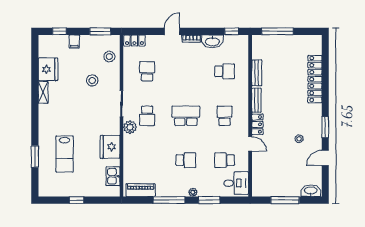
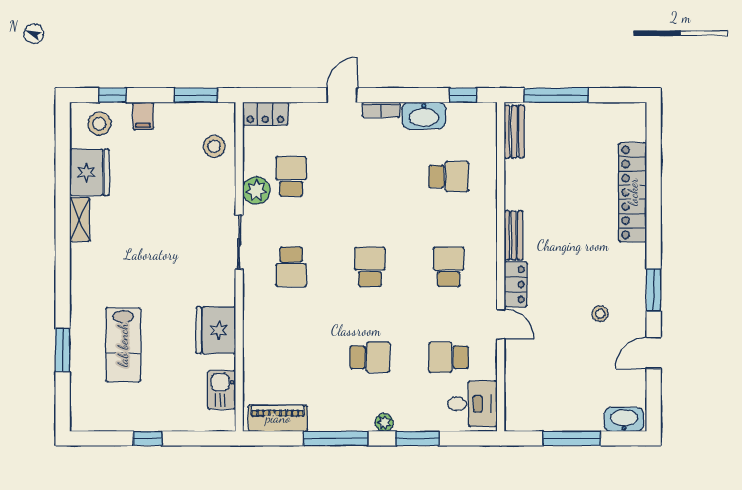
bench: (257, 73) -> (514, 132), moved
stool: (92, 80) -> (99, 124), moved
school desk: (186, 116) -> (370, 267), width x0.54
plant: (130, 127) -> (256, 190), moved

